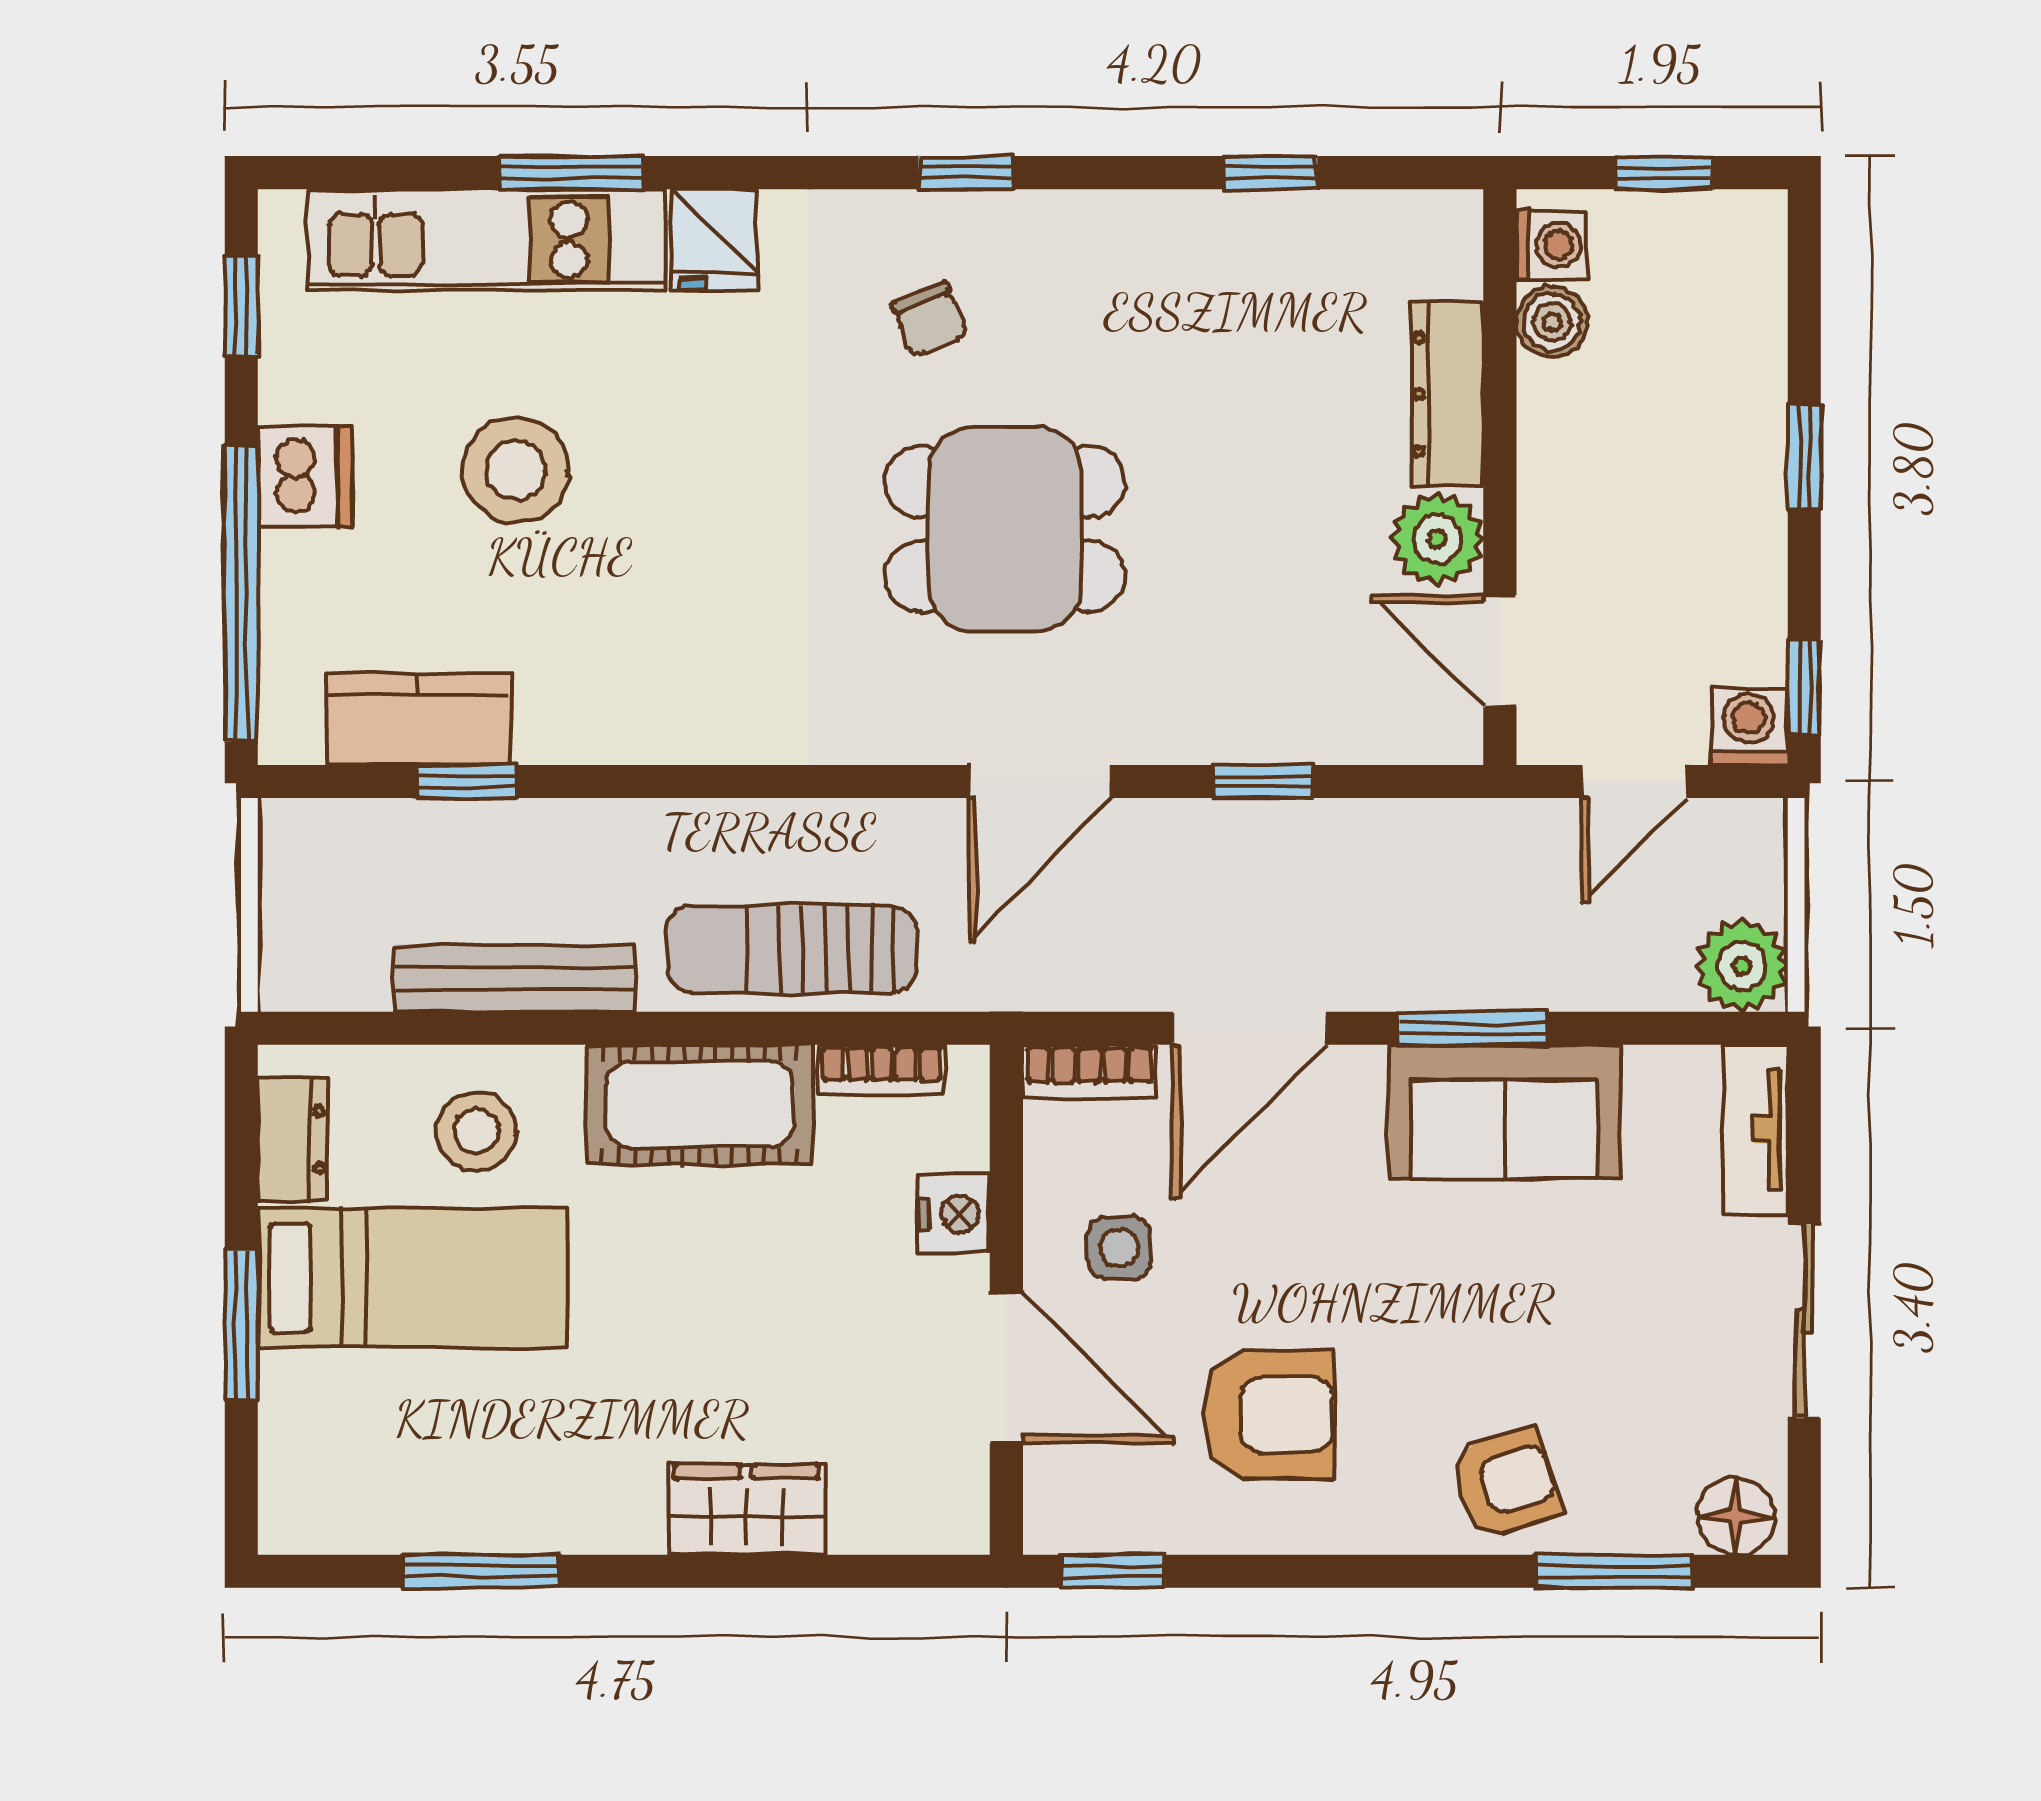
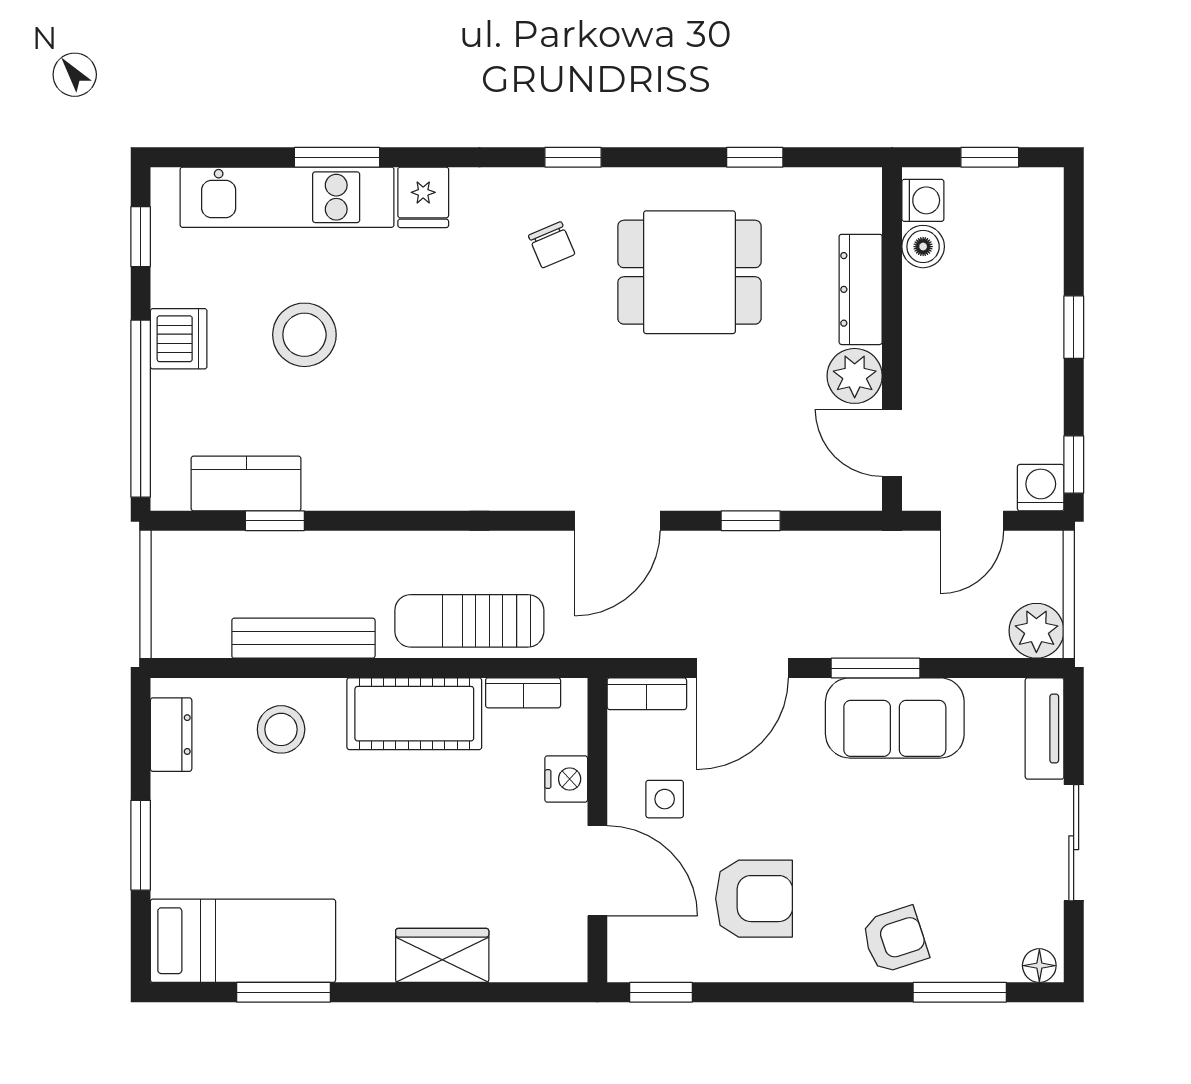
dining table: (1005, 529) -> (689, 272), moved
bed: (413, 1278) -> (243, 941), moved
floor lamp: (1736, 1516) -> (1039, 966), width x0.73, depth x0.73

